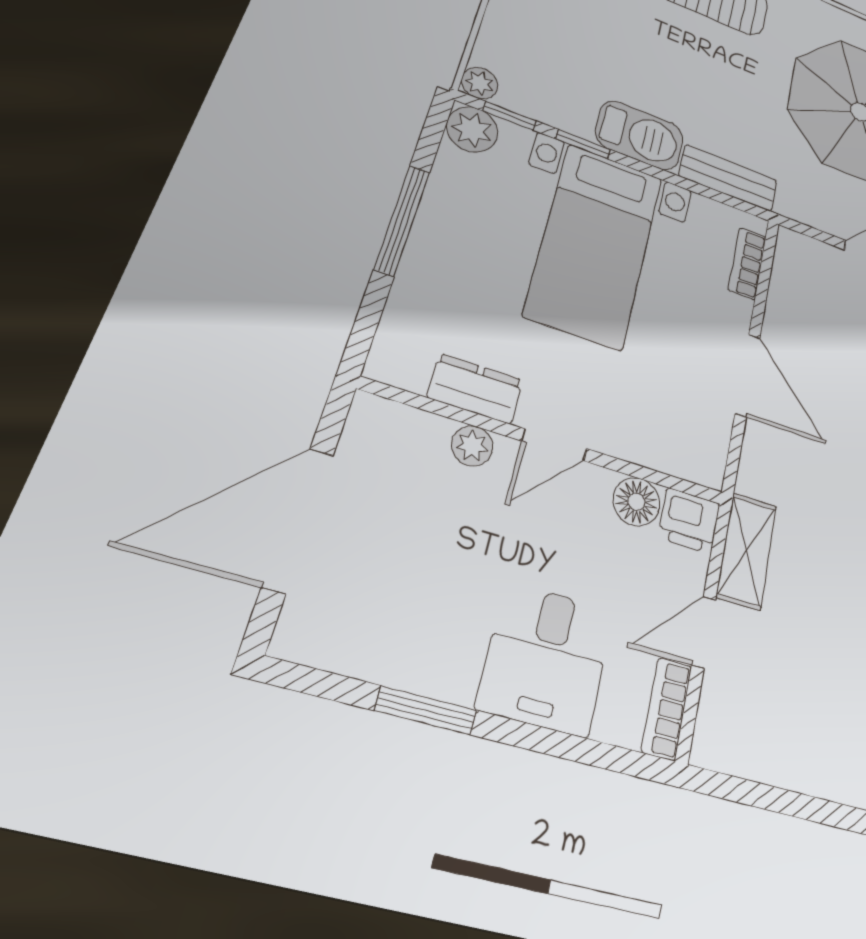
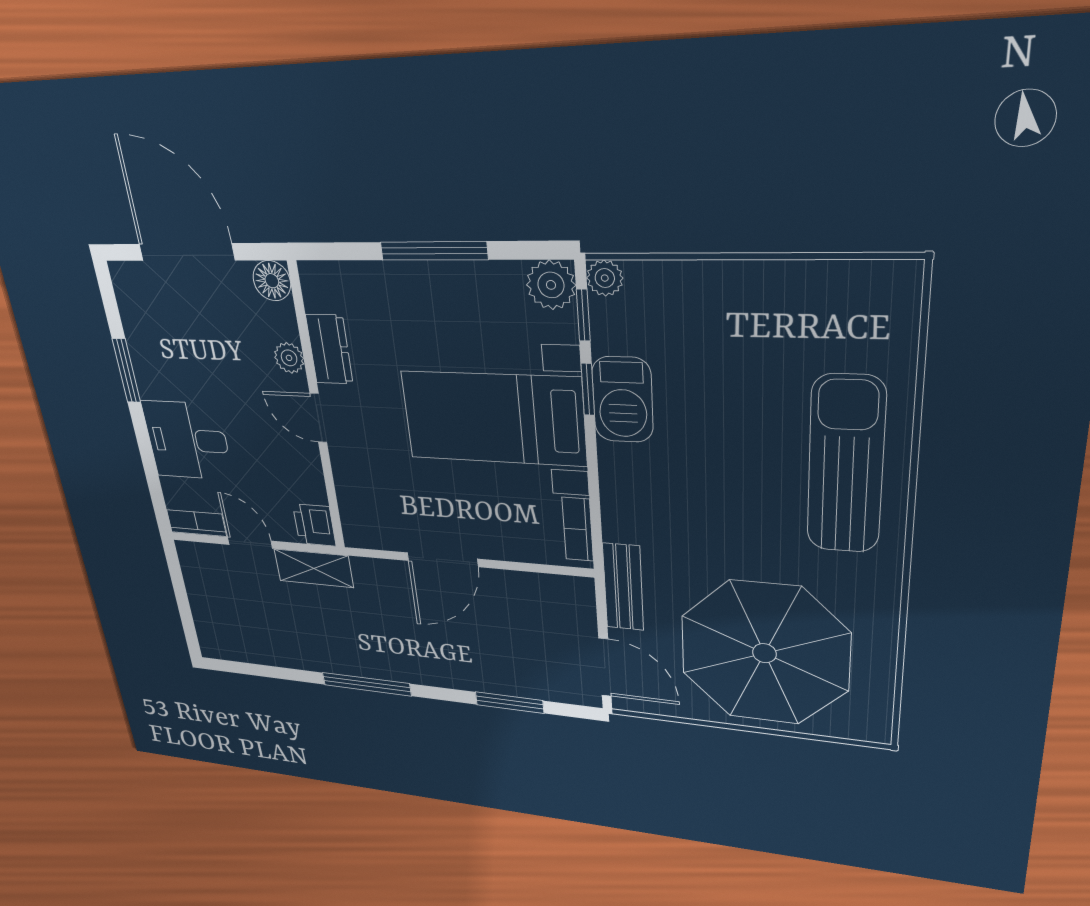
barbecue: (640, 135) -> (623, 400), moved
bench: (728, 178) -> (623, 587), moved
bookcase: (747, 263) -> (578, 529), moved, turned -90
floor lamp: (637, 502) -> (272, 281), moved

